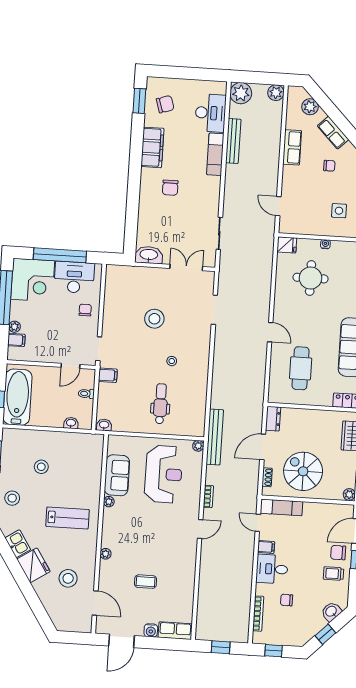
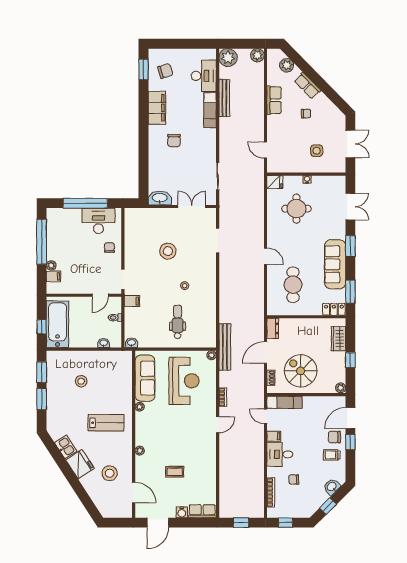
corner desk: (33, 280) -> (64, 225), removed
sofa: (117, 475) -> (145, 378), width x1.36
stool: (12, 498) -> (59, 409), removed

